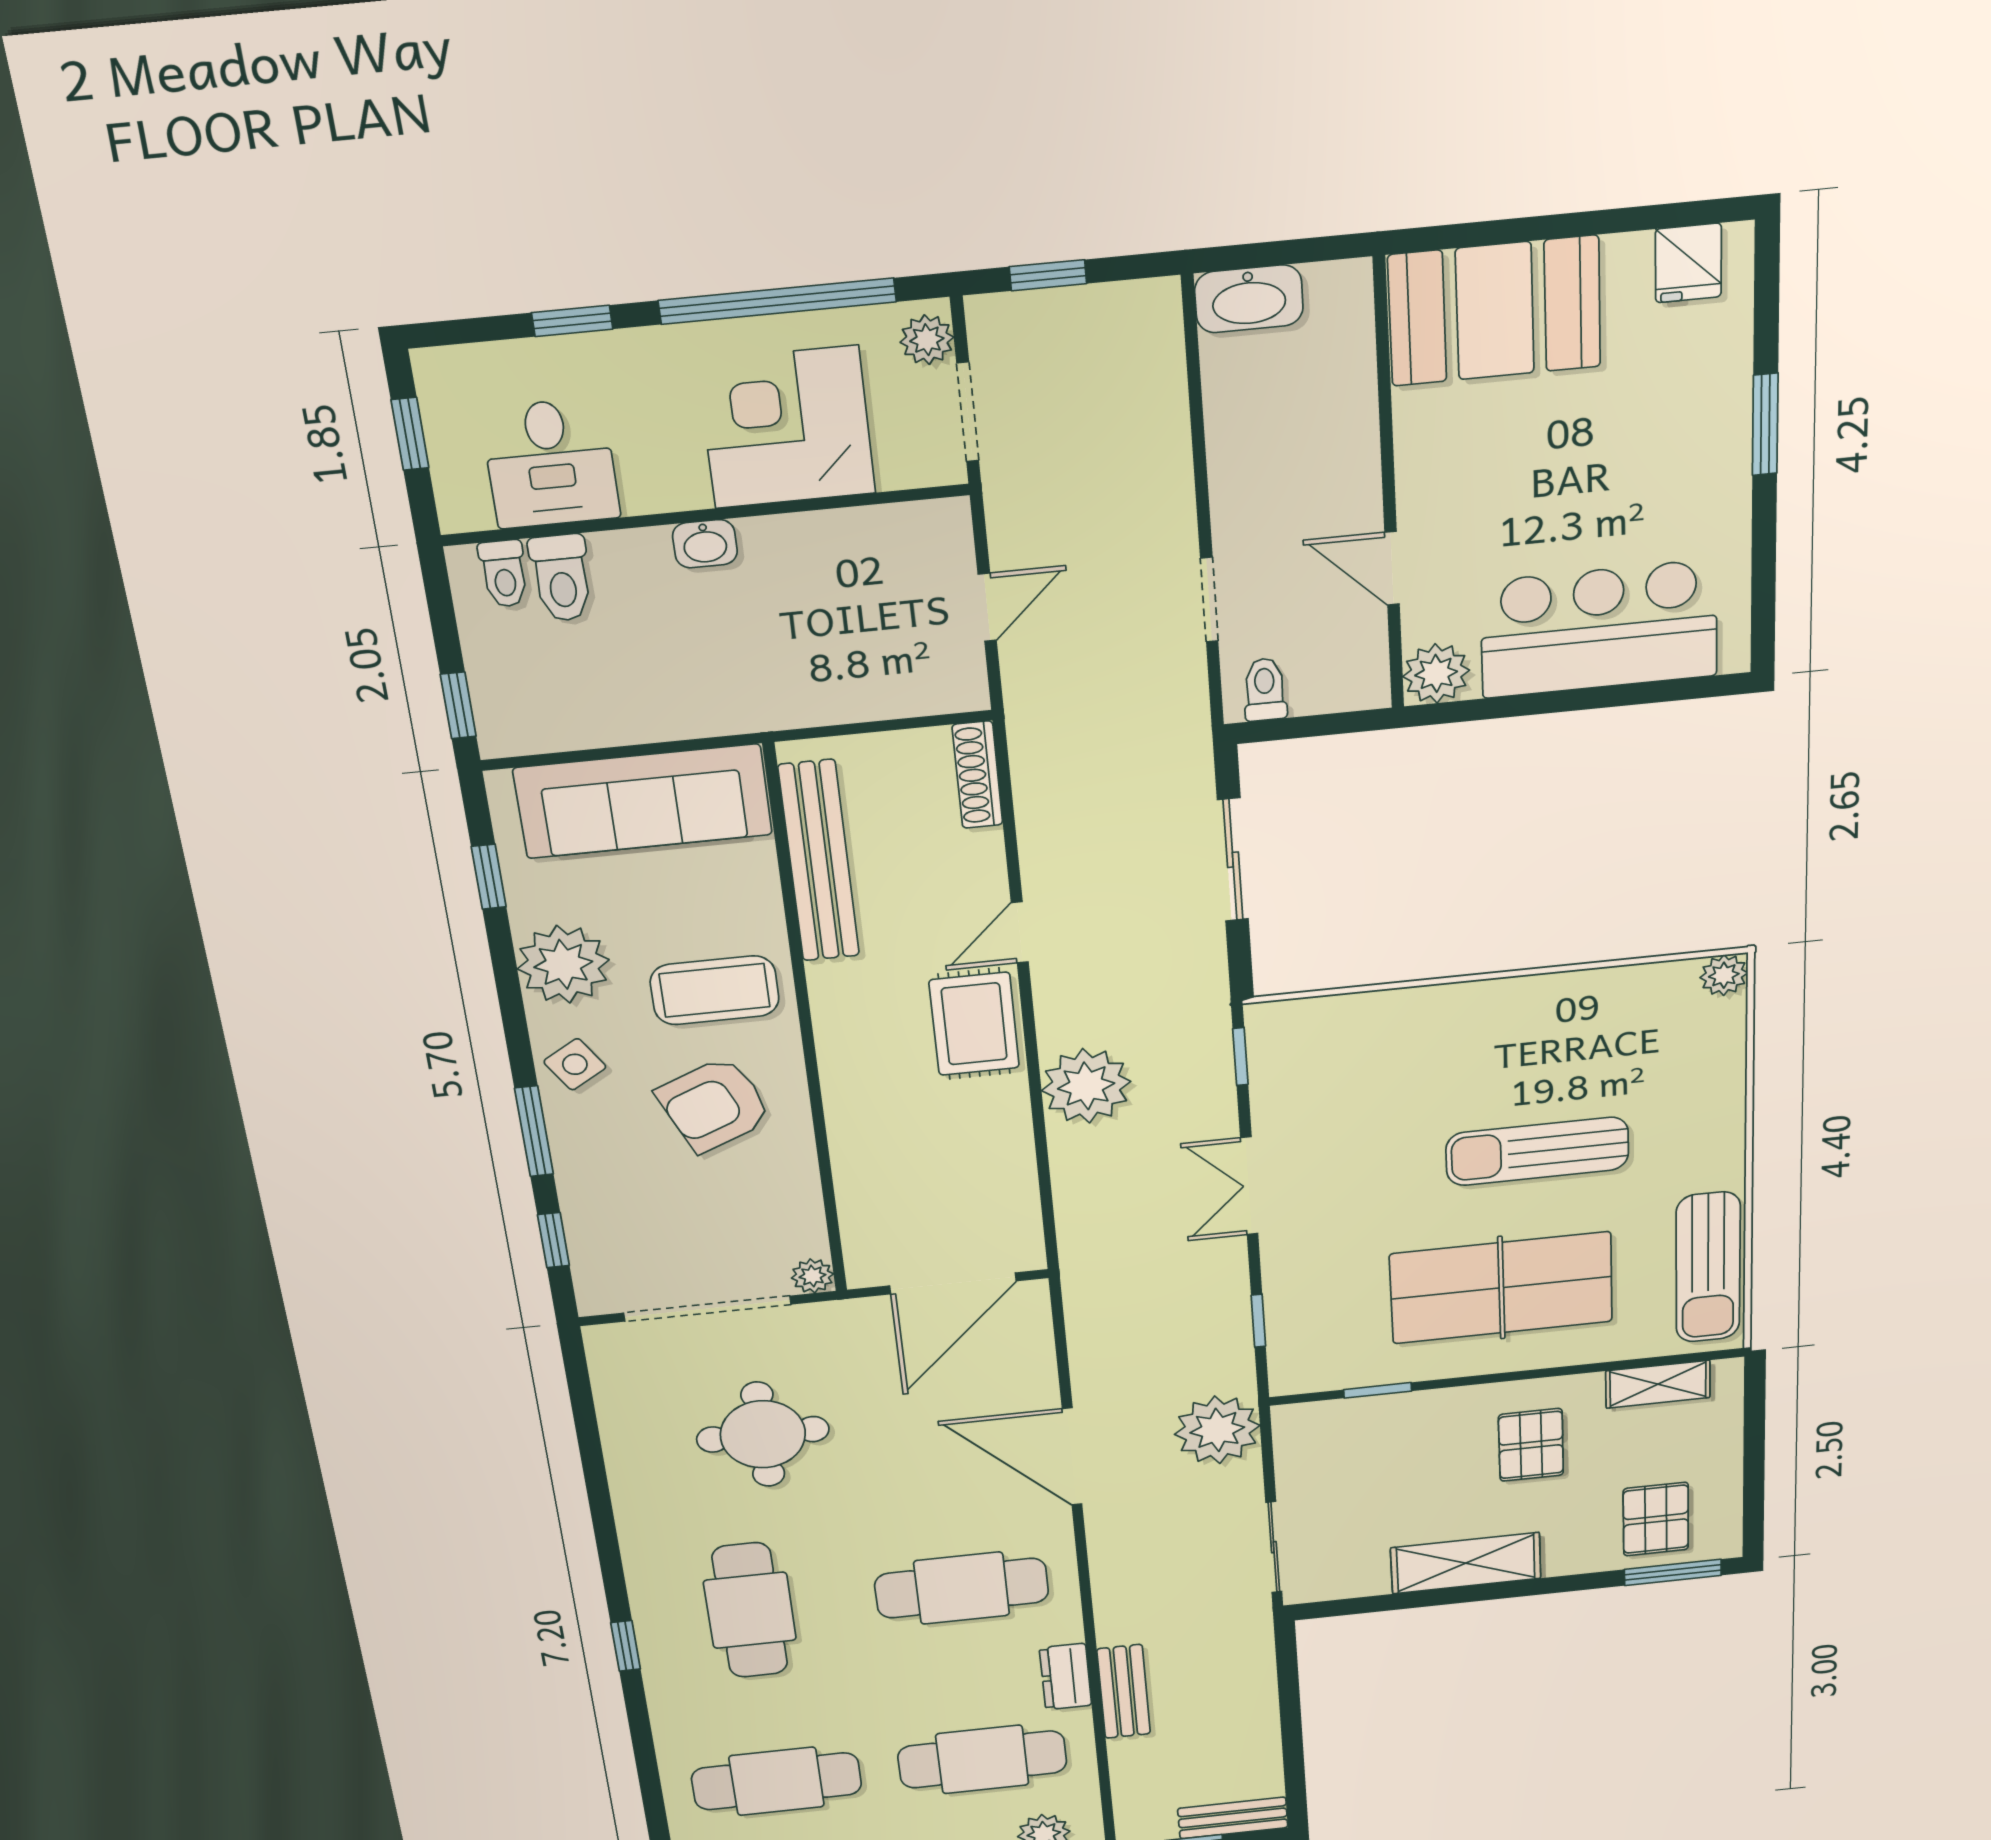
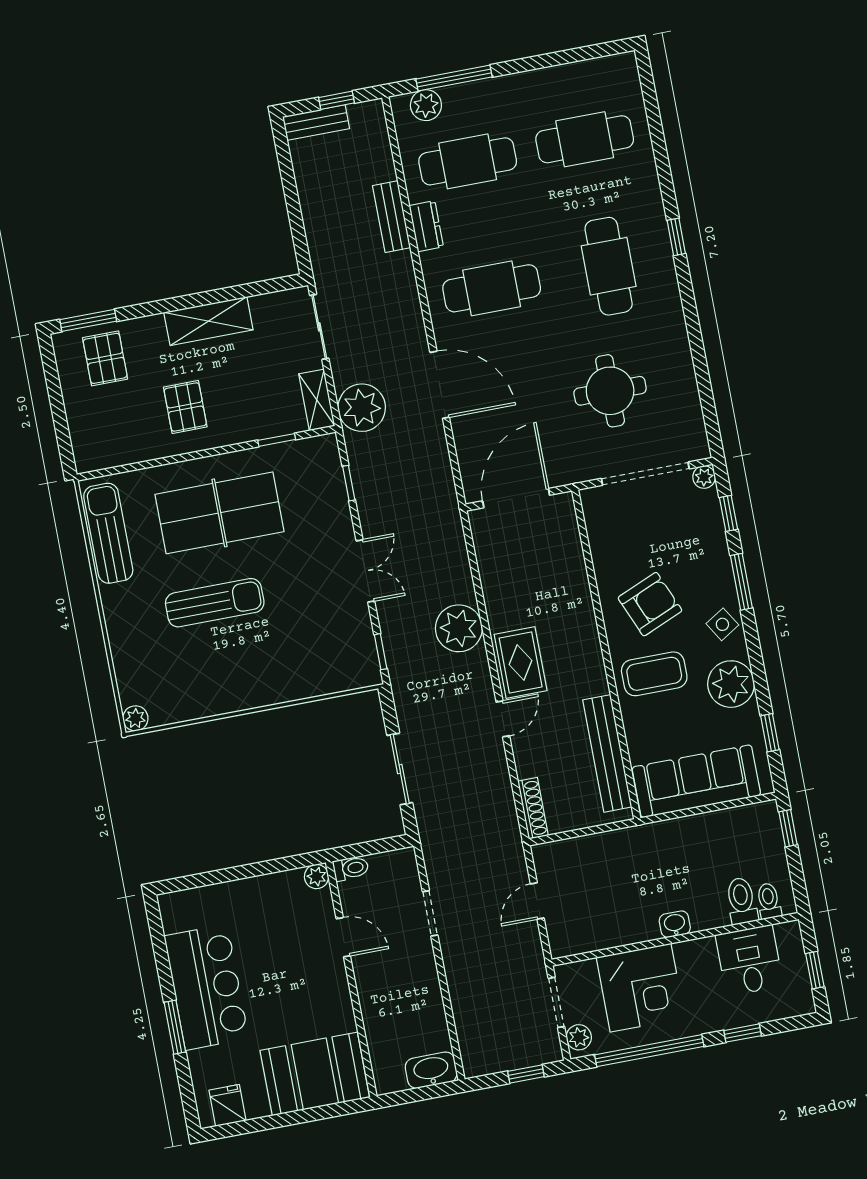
bar counter: (1599, 629) -> (206, 987), moved, turned -90
plant: (1436, 673) -> (317, 877), width x0.73, depth x0.73
toilet: (1265, 690) -> (351, 868), moved, turned -90
plant: (812, 1276) -> (704, 477), moved
shelving: (1658, 1384) -> (317, 400), moved, turned 90

